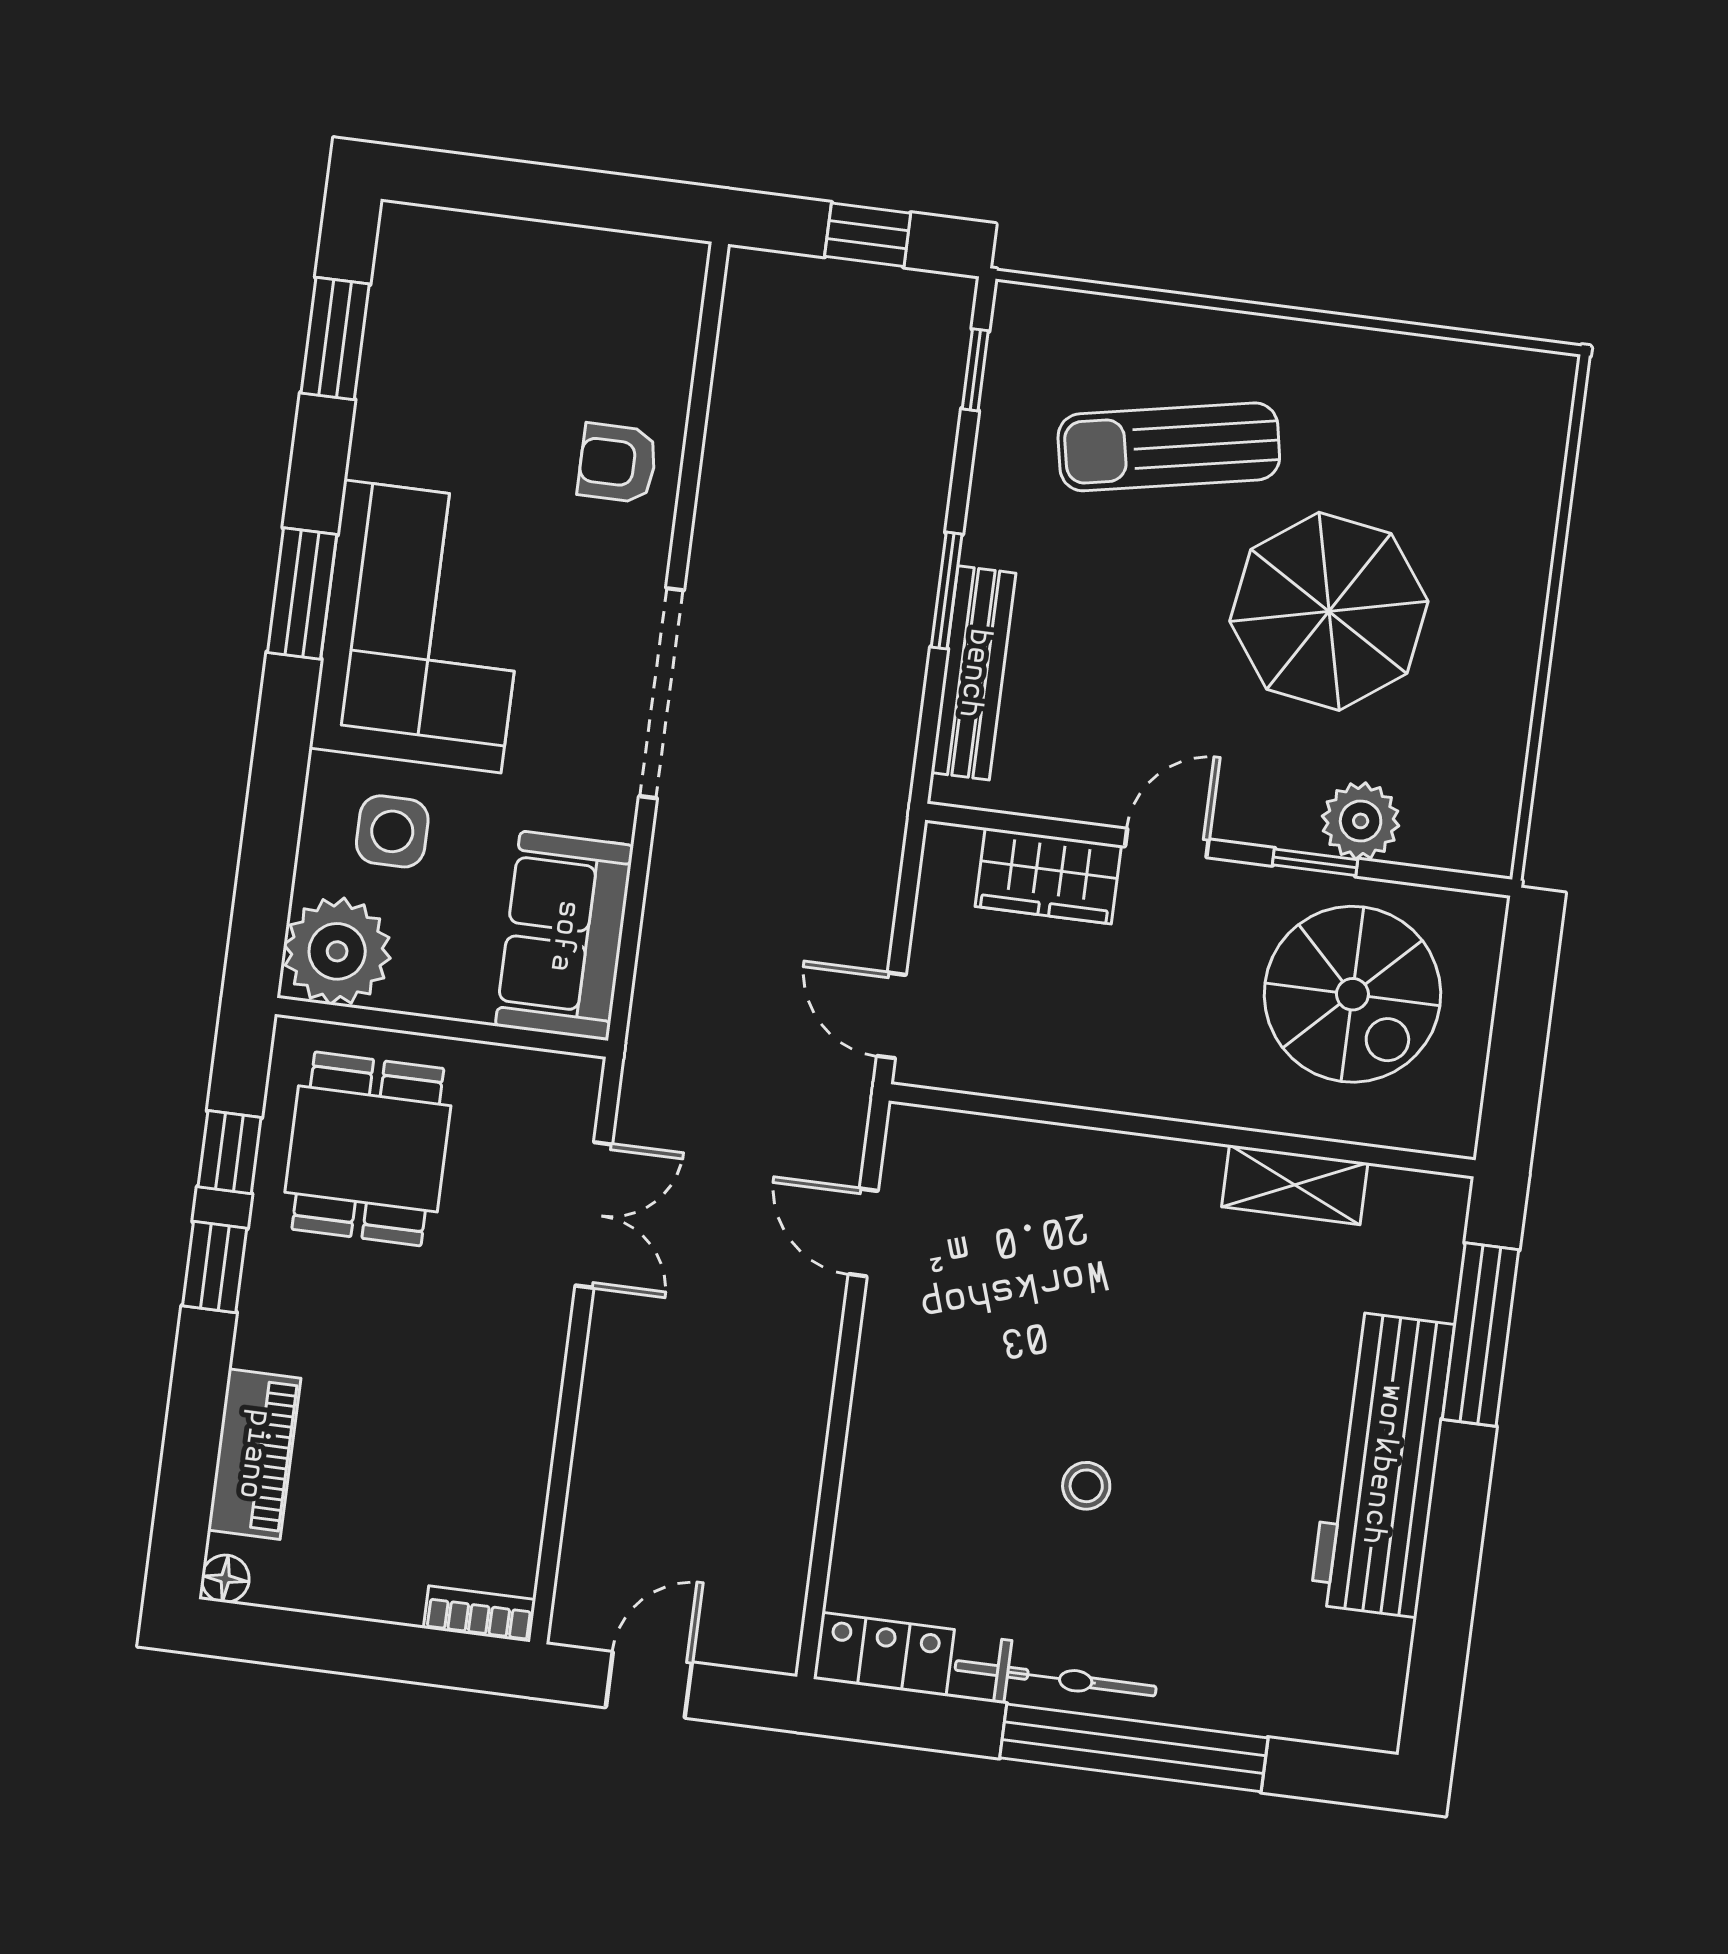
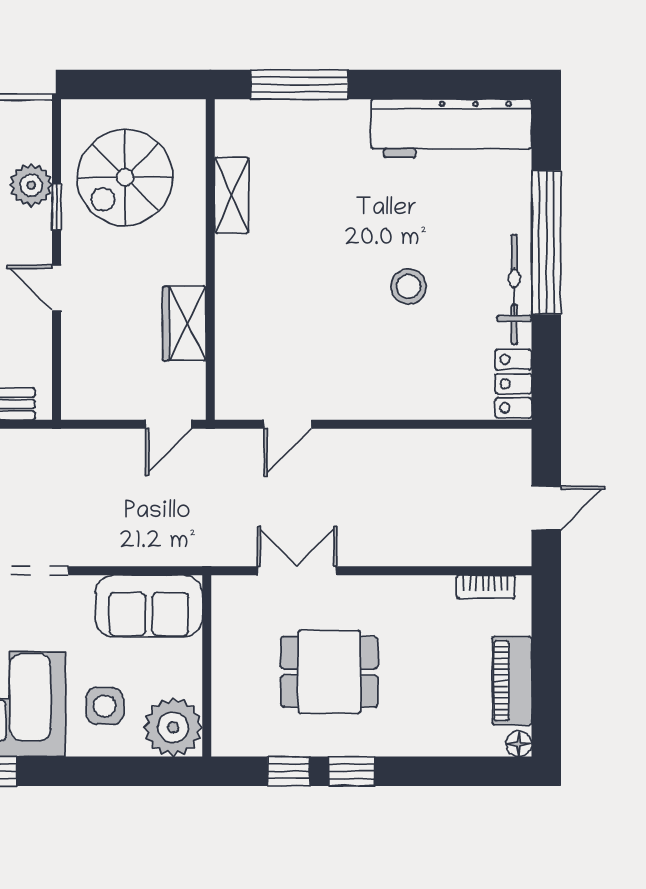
wardrobe: (1048, 876) -> (184, 324), moved, turned 180
spiral stairs: (1352, 994) -> (125, 177), turned 180
dining table: (368, 1149) -> (329, 672), moved
piano: (254, 1454) -> (512, 681), moved, turned -90
workbench: (1382, 1464) -> (451, 129), moved
stool: (1086, 1486) -> (409, 286), width x1.37, depth x1.37
bookcase: (479, 1614) -> (486, 587), moved, turned -90
door: (649, 1685) -> (546, 508), swing flipped

